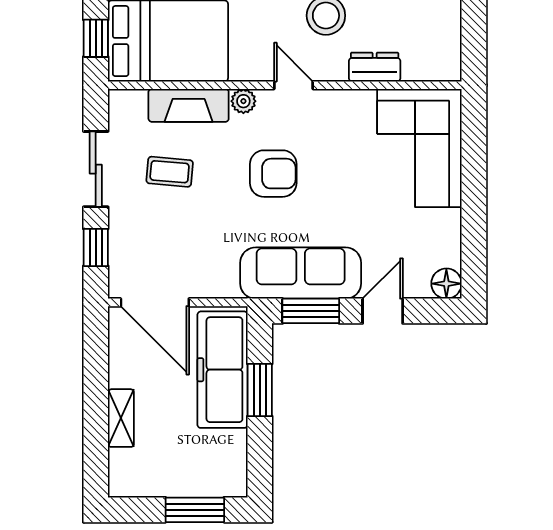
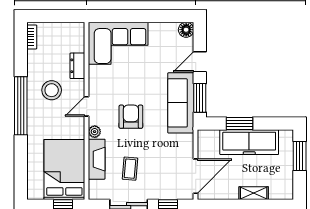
door: (383, 311) -> (200, 62), hinge flipped
freezer: (222, 370) -> (249, 142), moved

